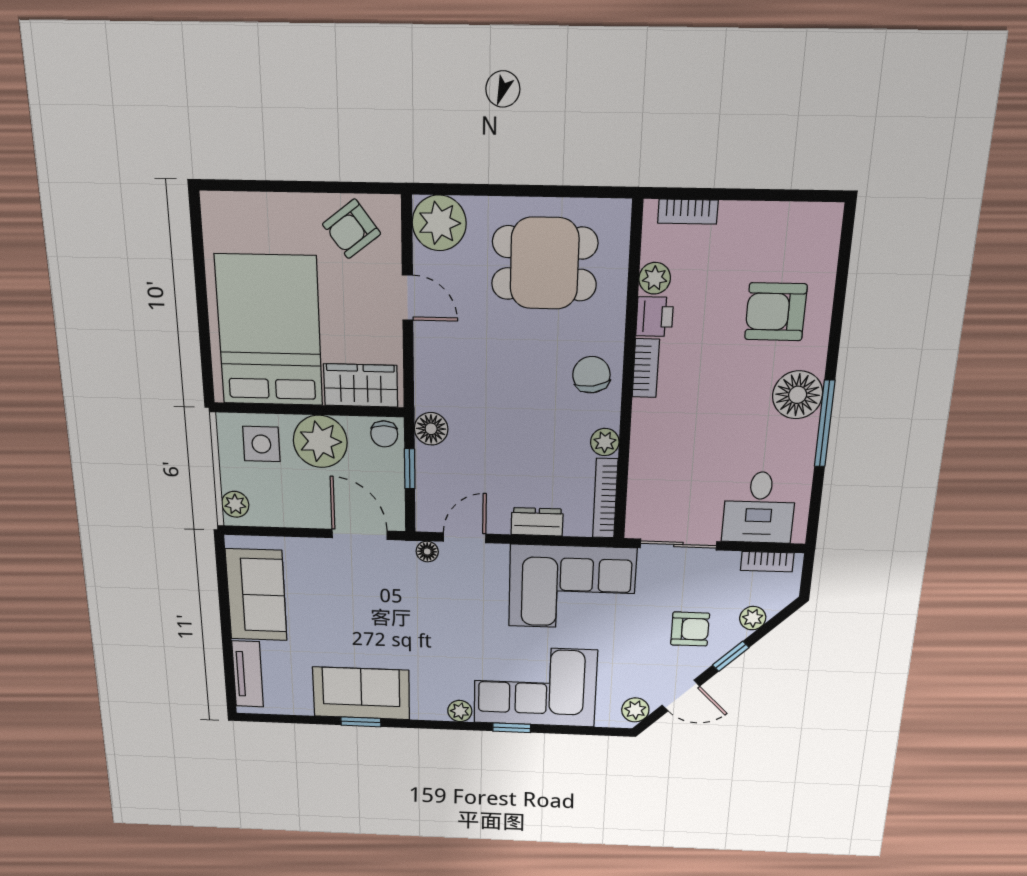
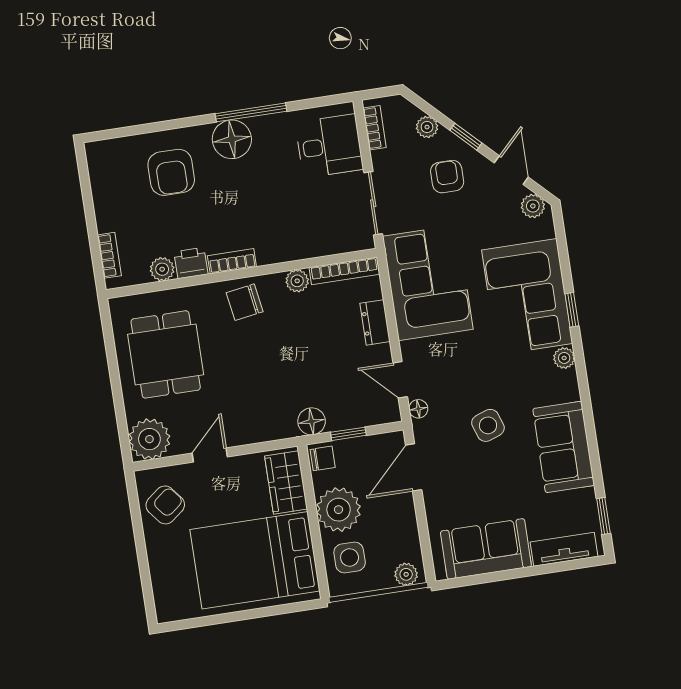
armchair: (352, 229) -> (165, 505), turned -91
side table: (397, 622) -> (488, 425), added
window: (361, 722) -> (603, 516), moved

